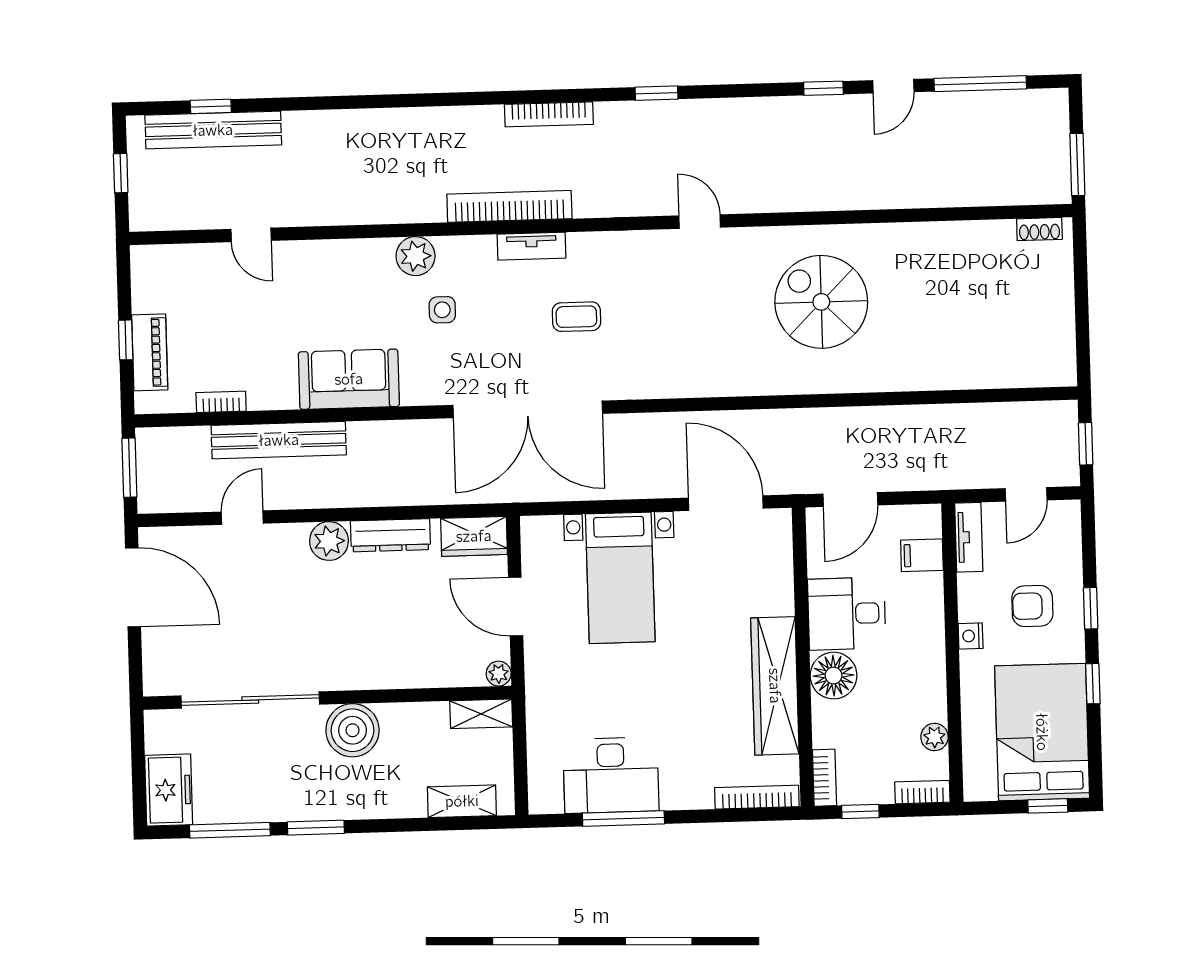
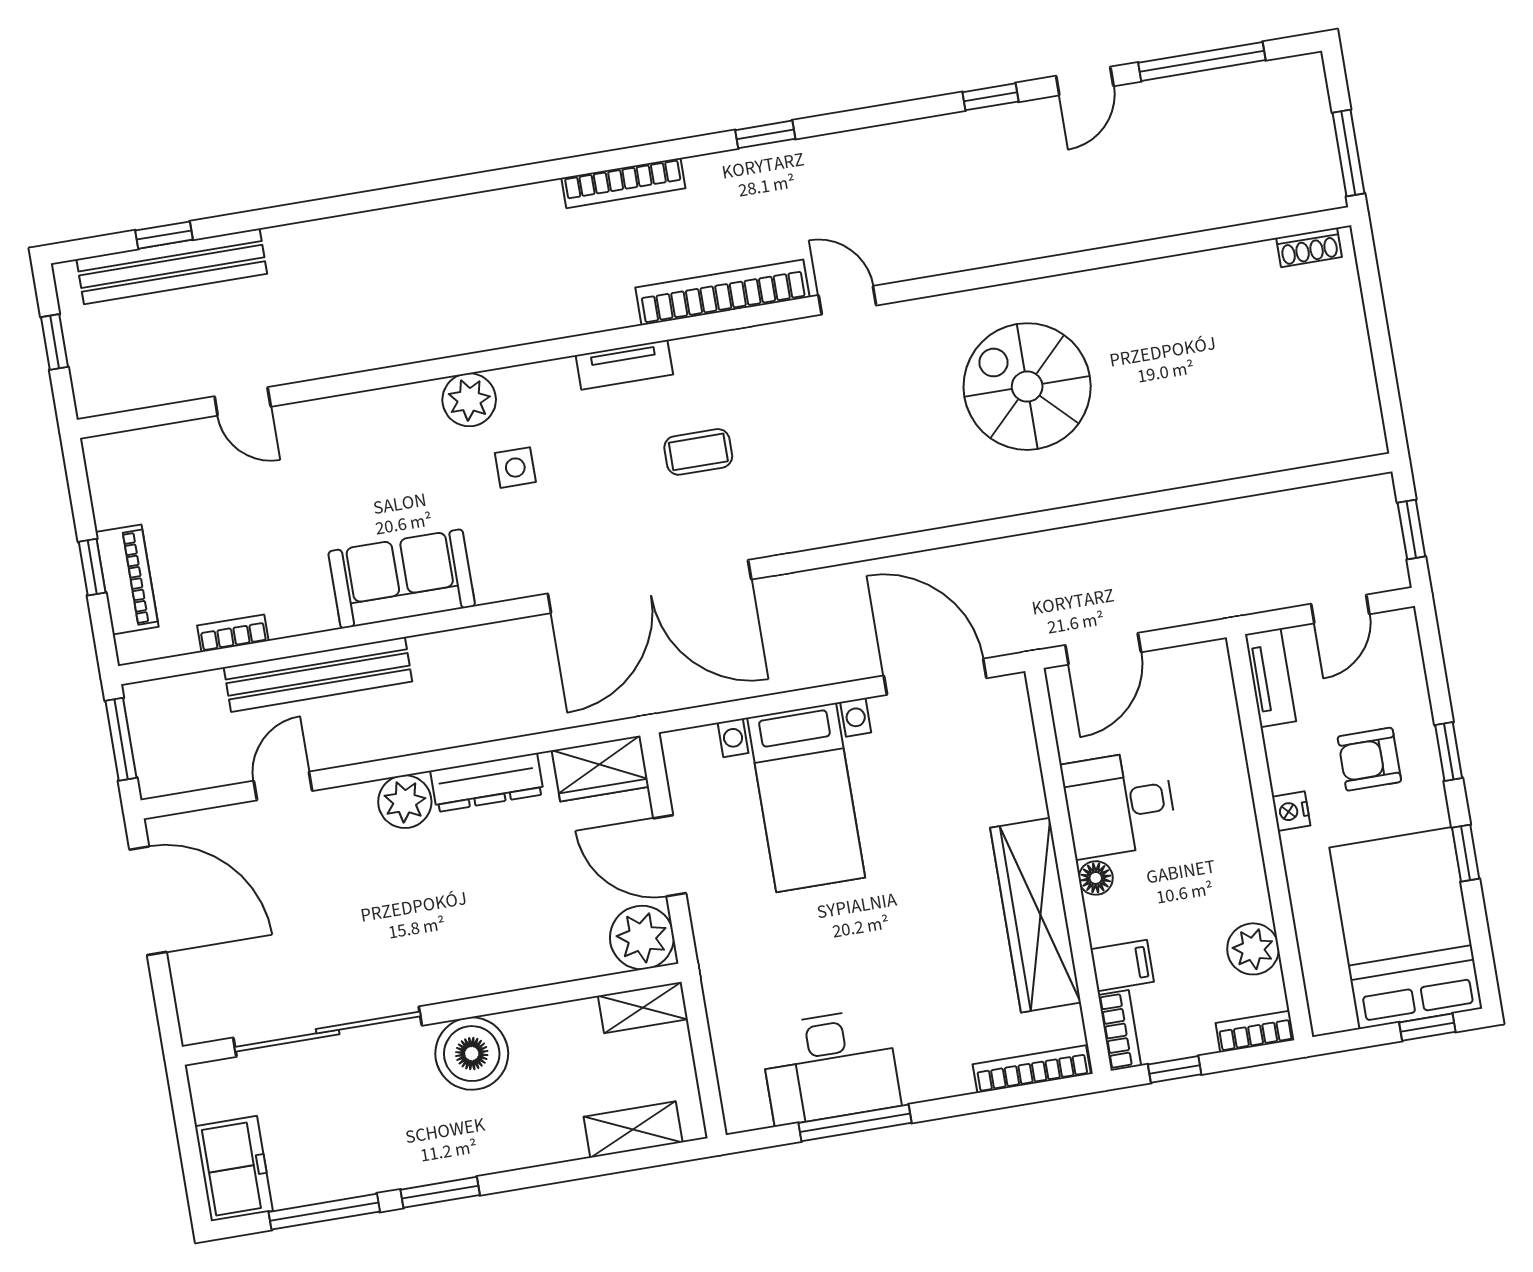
bookcase: (509, 206) -> (722, 292), moved
filing cabinet: (922, 555) -> (1122, 965), moved, turned 180
plant: (499, 674) -> (642, 938), width x1.87, depth x1.87
floor lamp: (834, 676) -> (1096, 878), width x0.53, depth x0.53
plant: (934, 737) -> (1253, 949), width x1.38, depth x1.38

